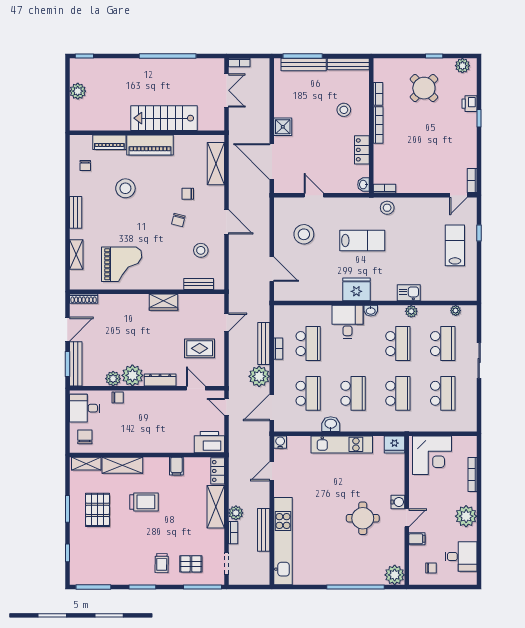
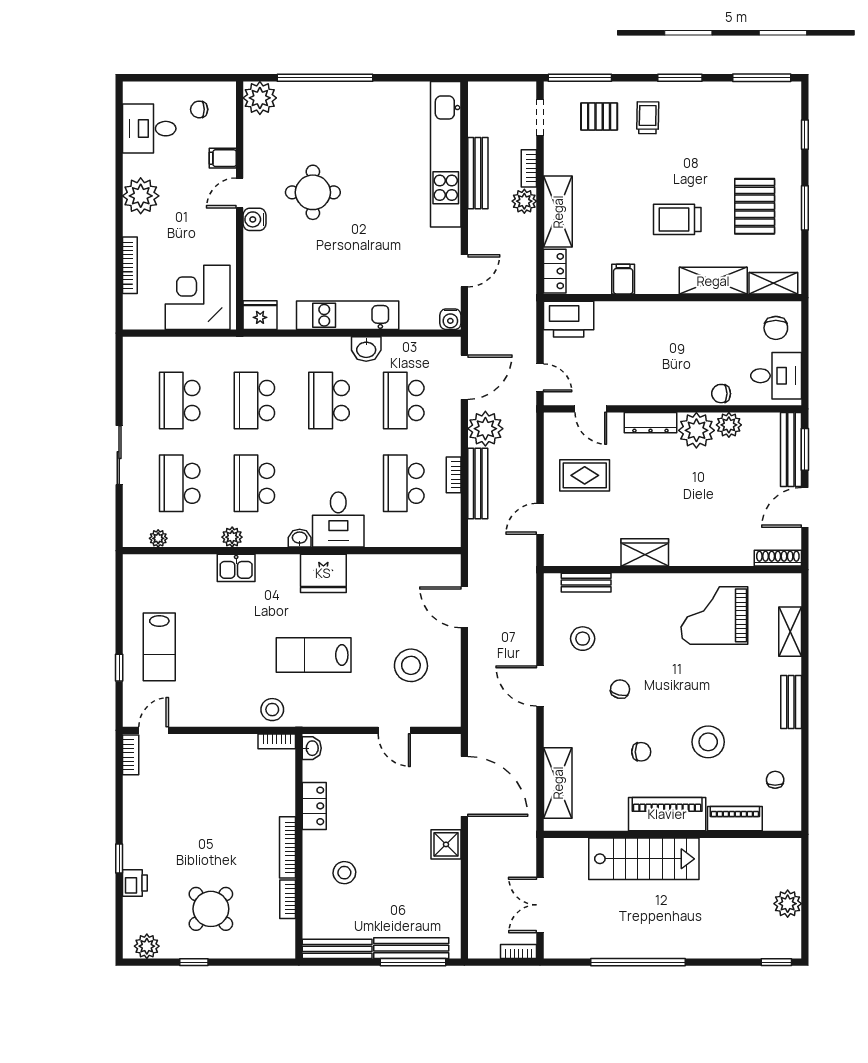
chair: (188, 194) -> (641, 752), moved

